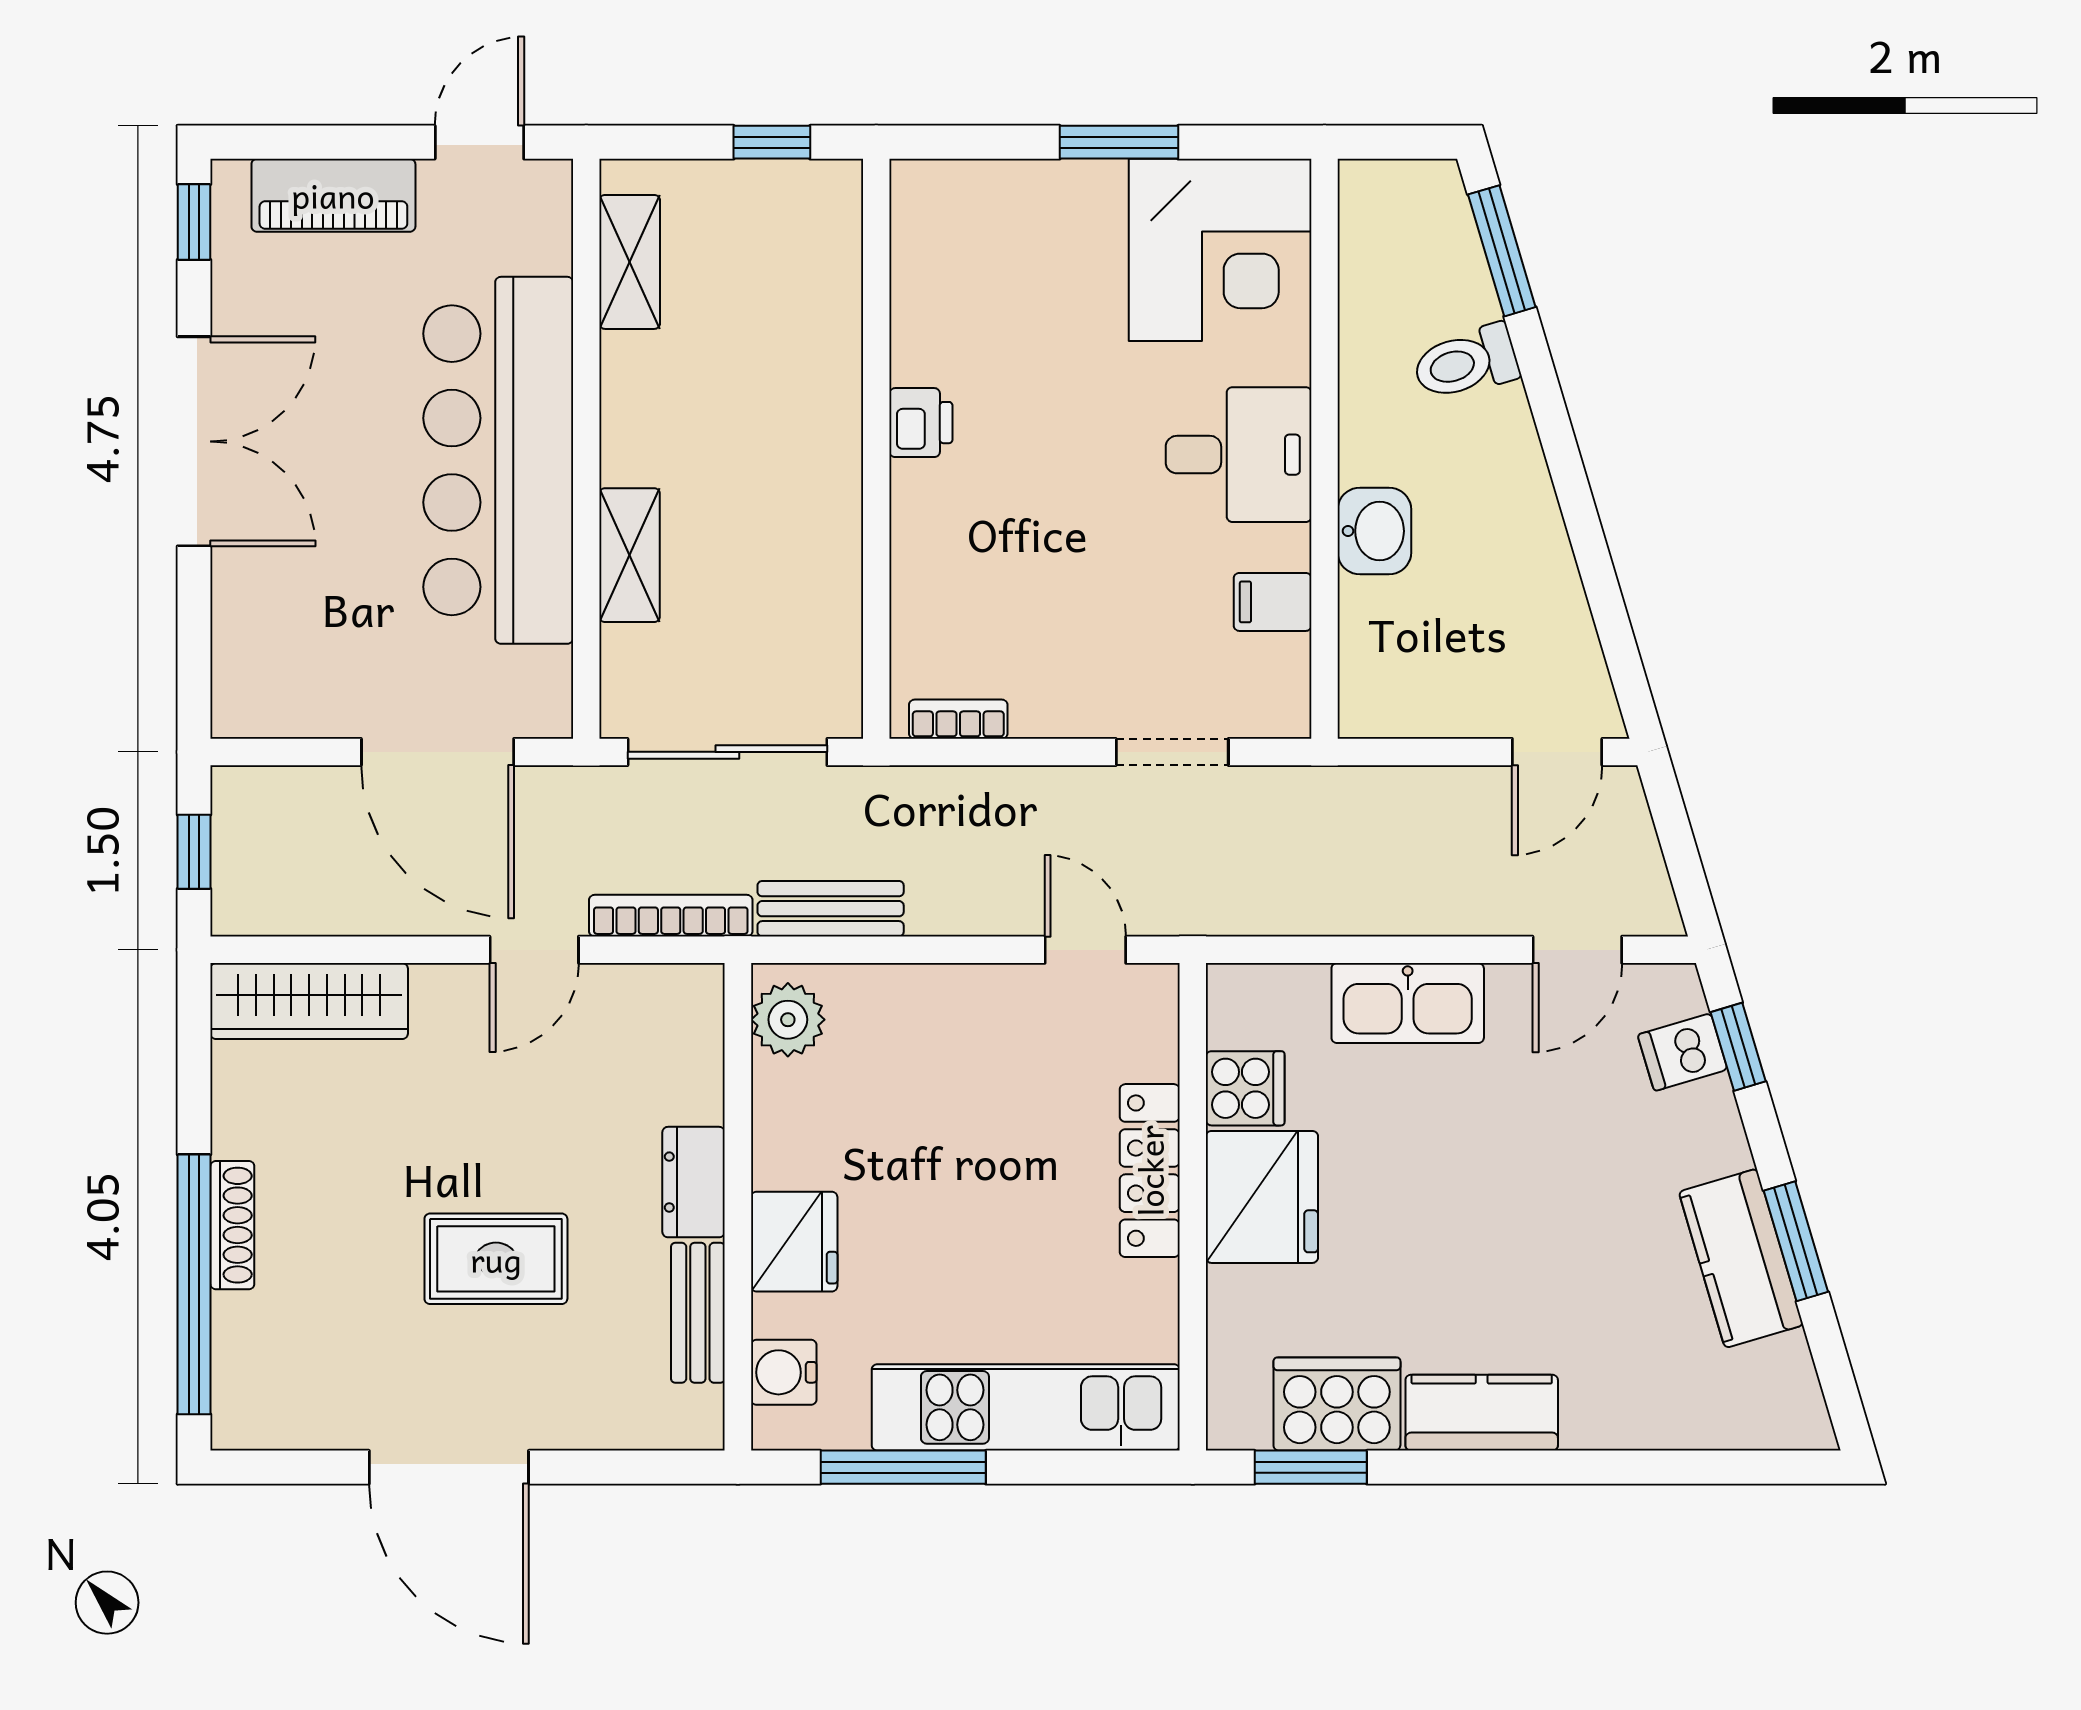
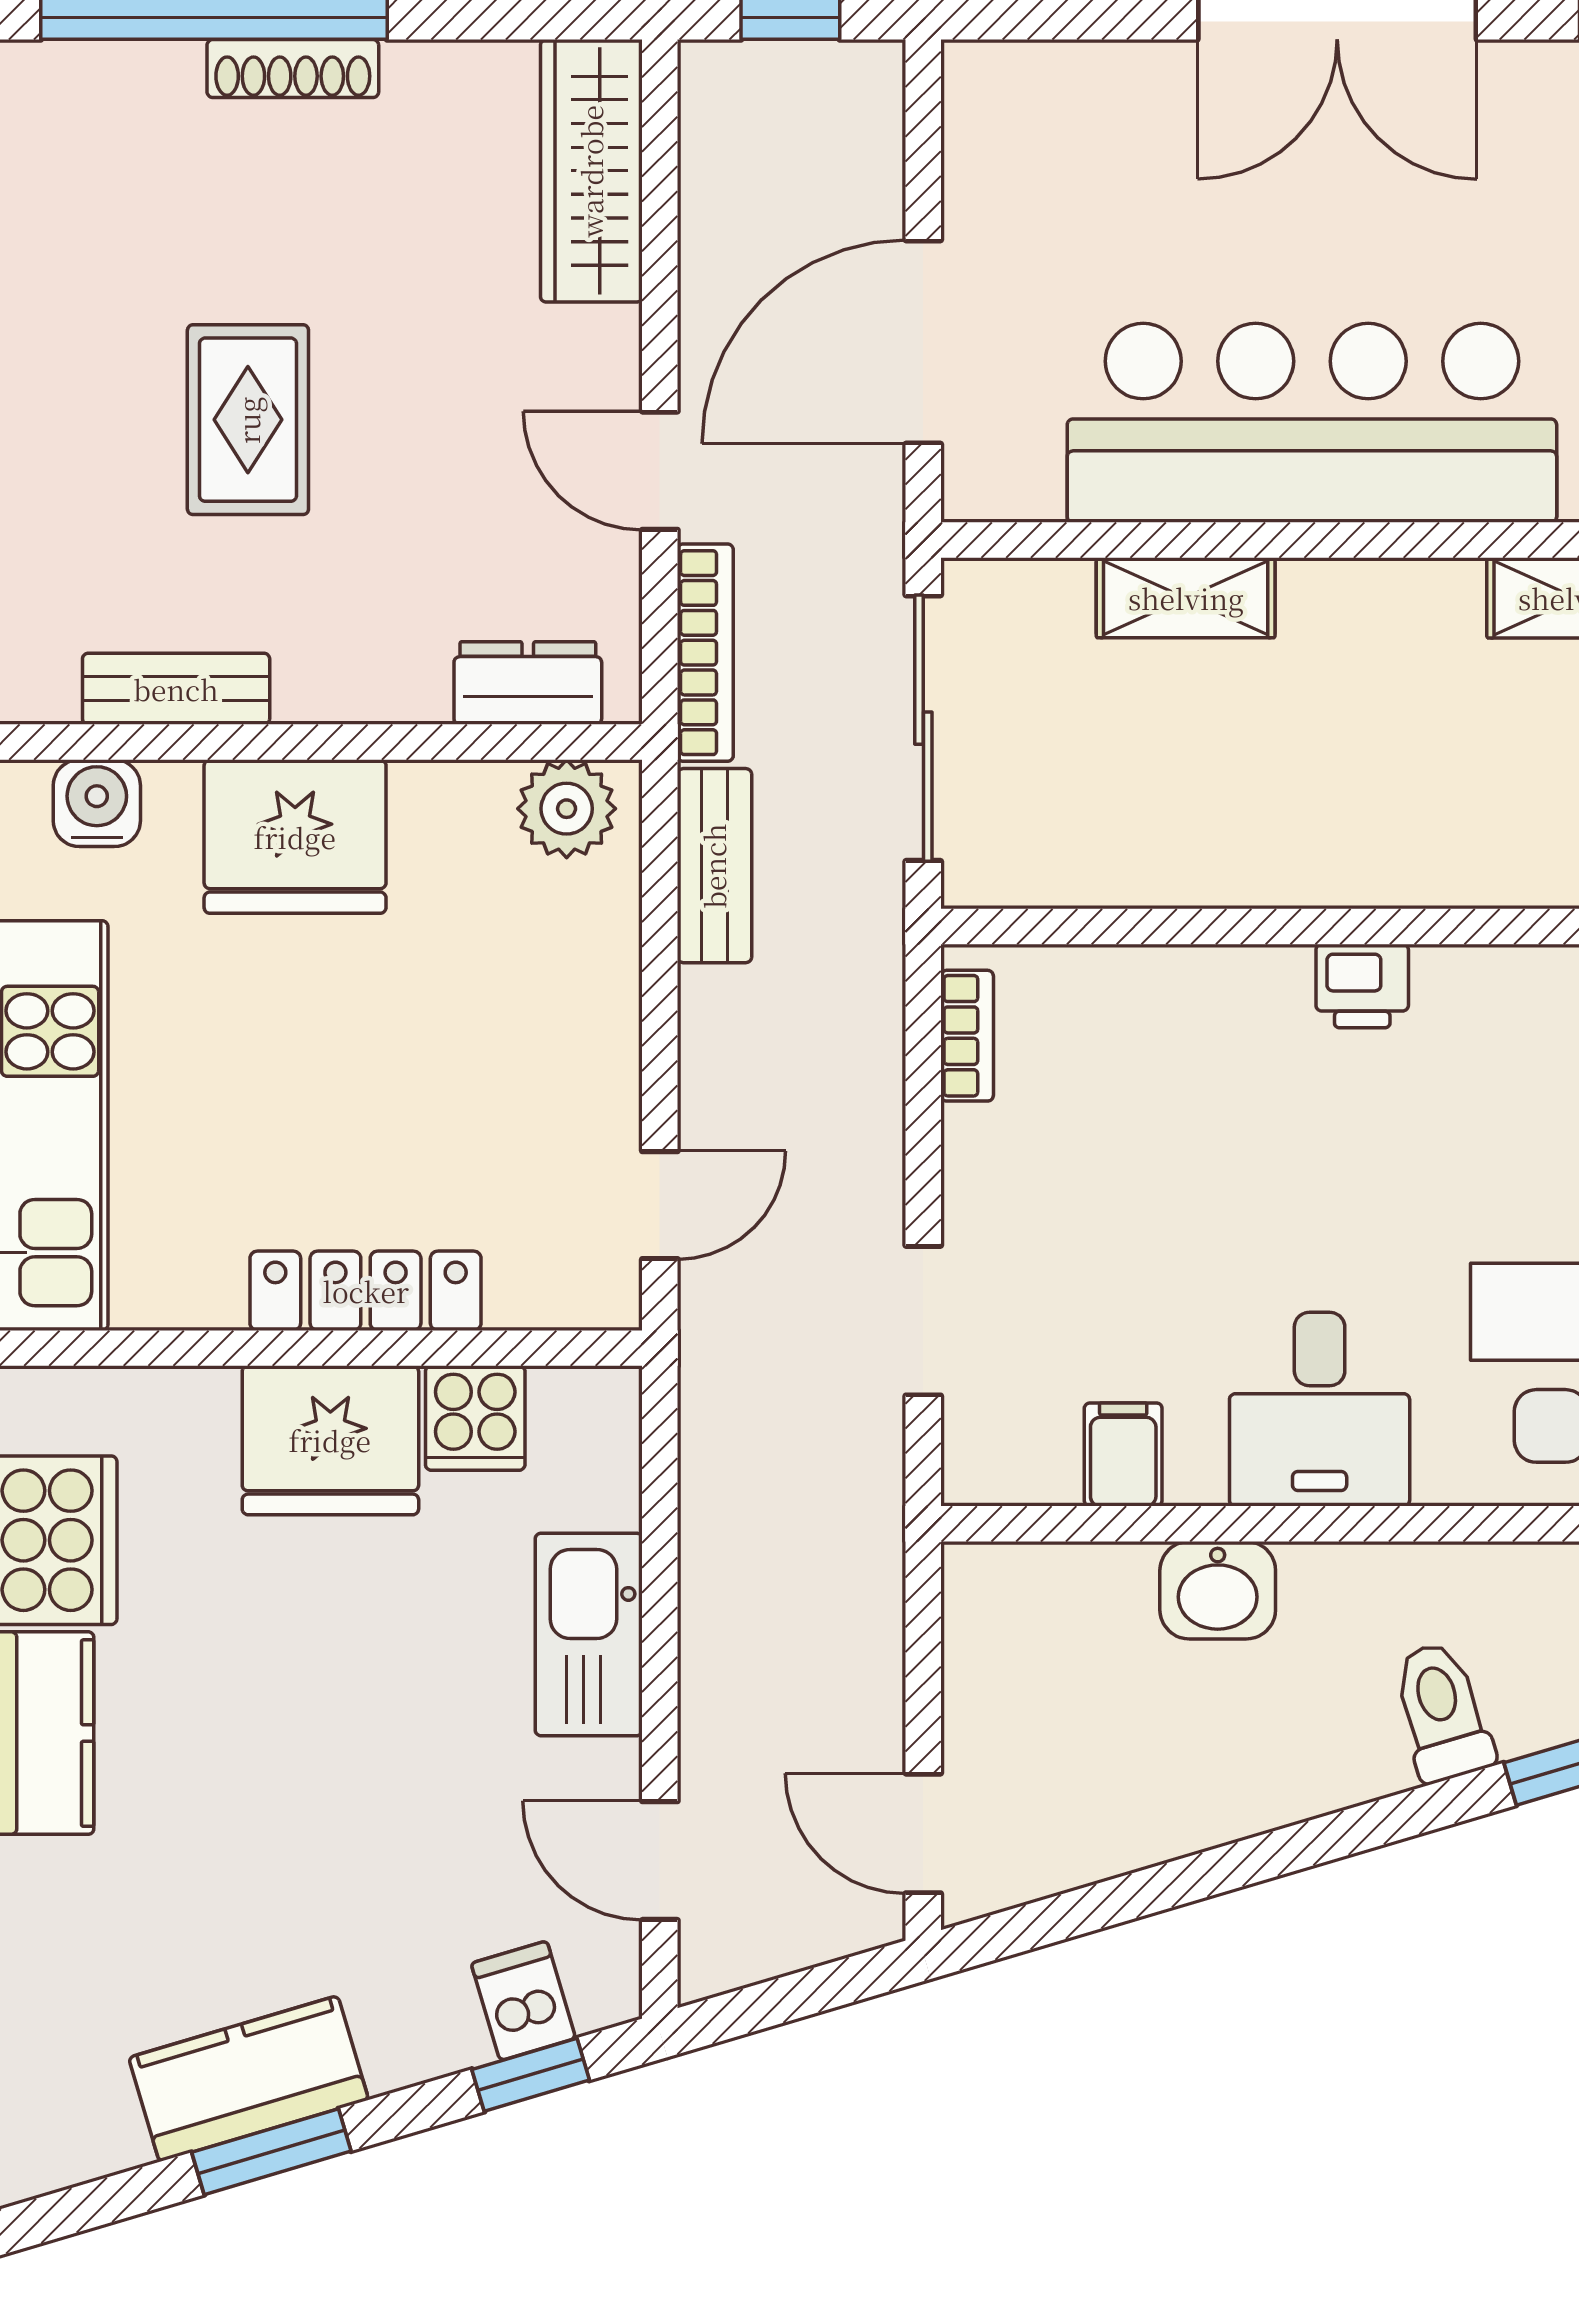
dresser: (694, 1182) -> (528, 683), moved
fridge: (794, 1242) -> (295, 837), width x1.36, depth x1.34

